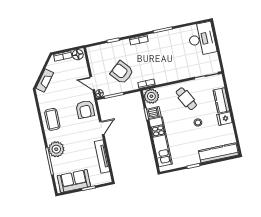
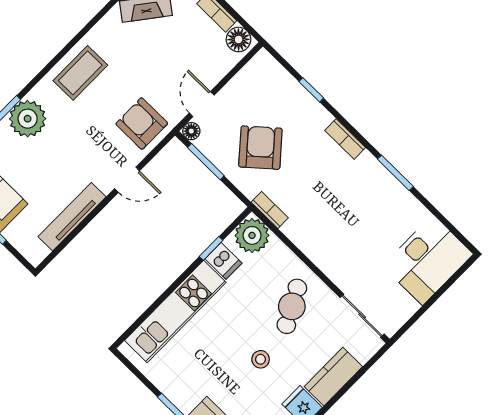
armchair: (85, 109) -> (142, 124), turned 90

